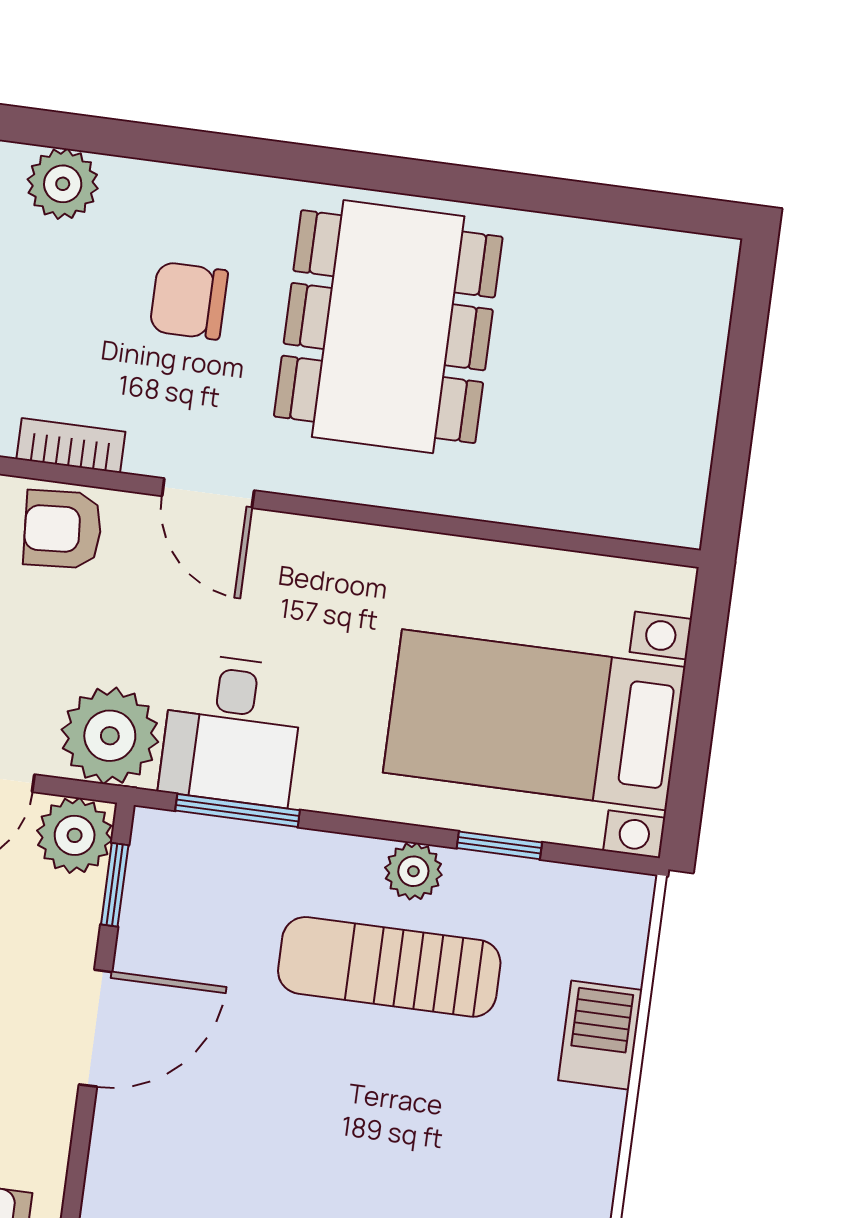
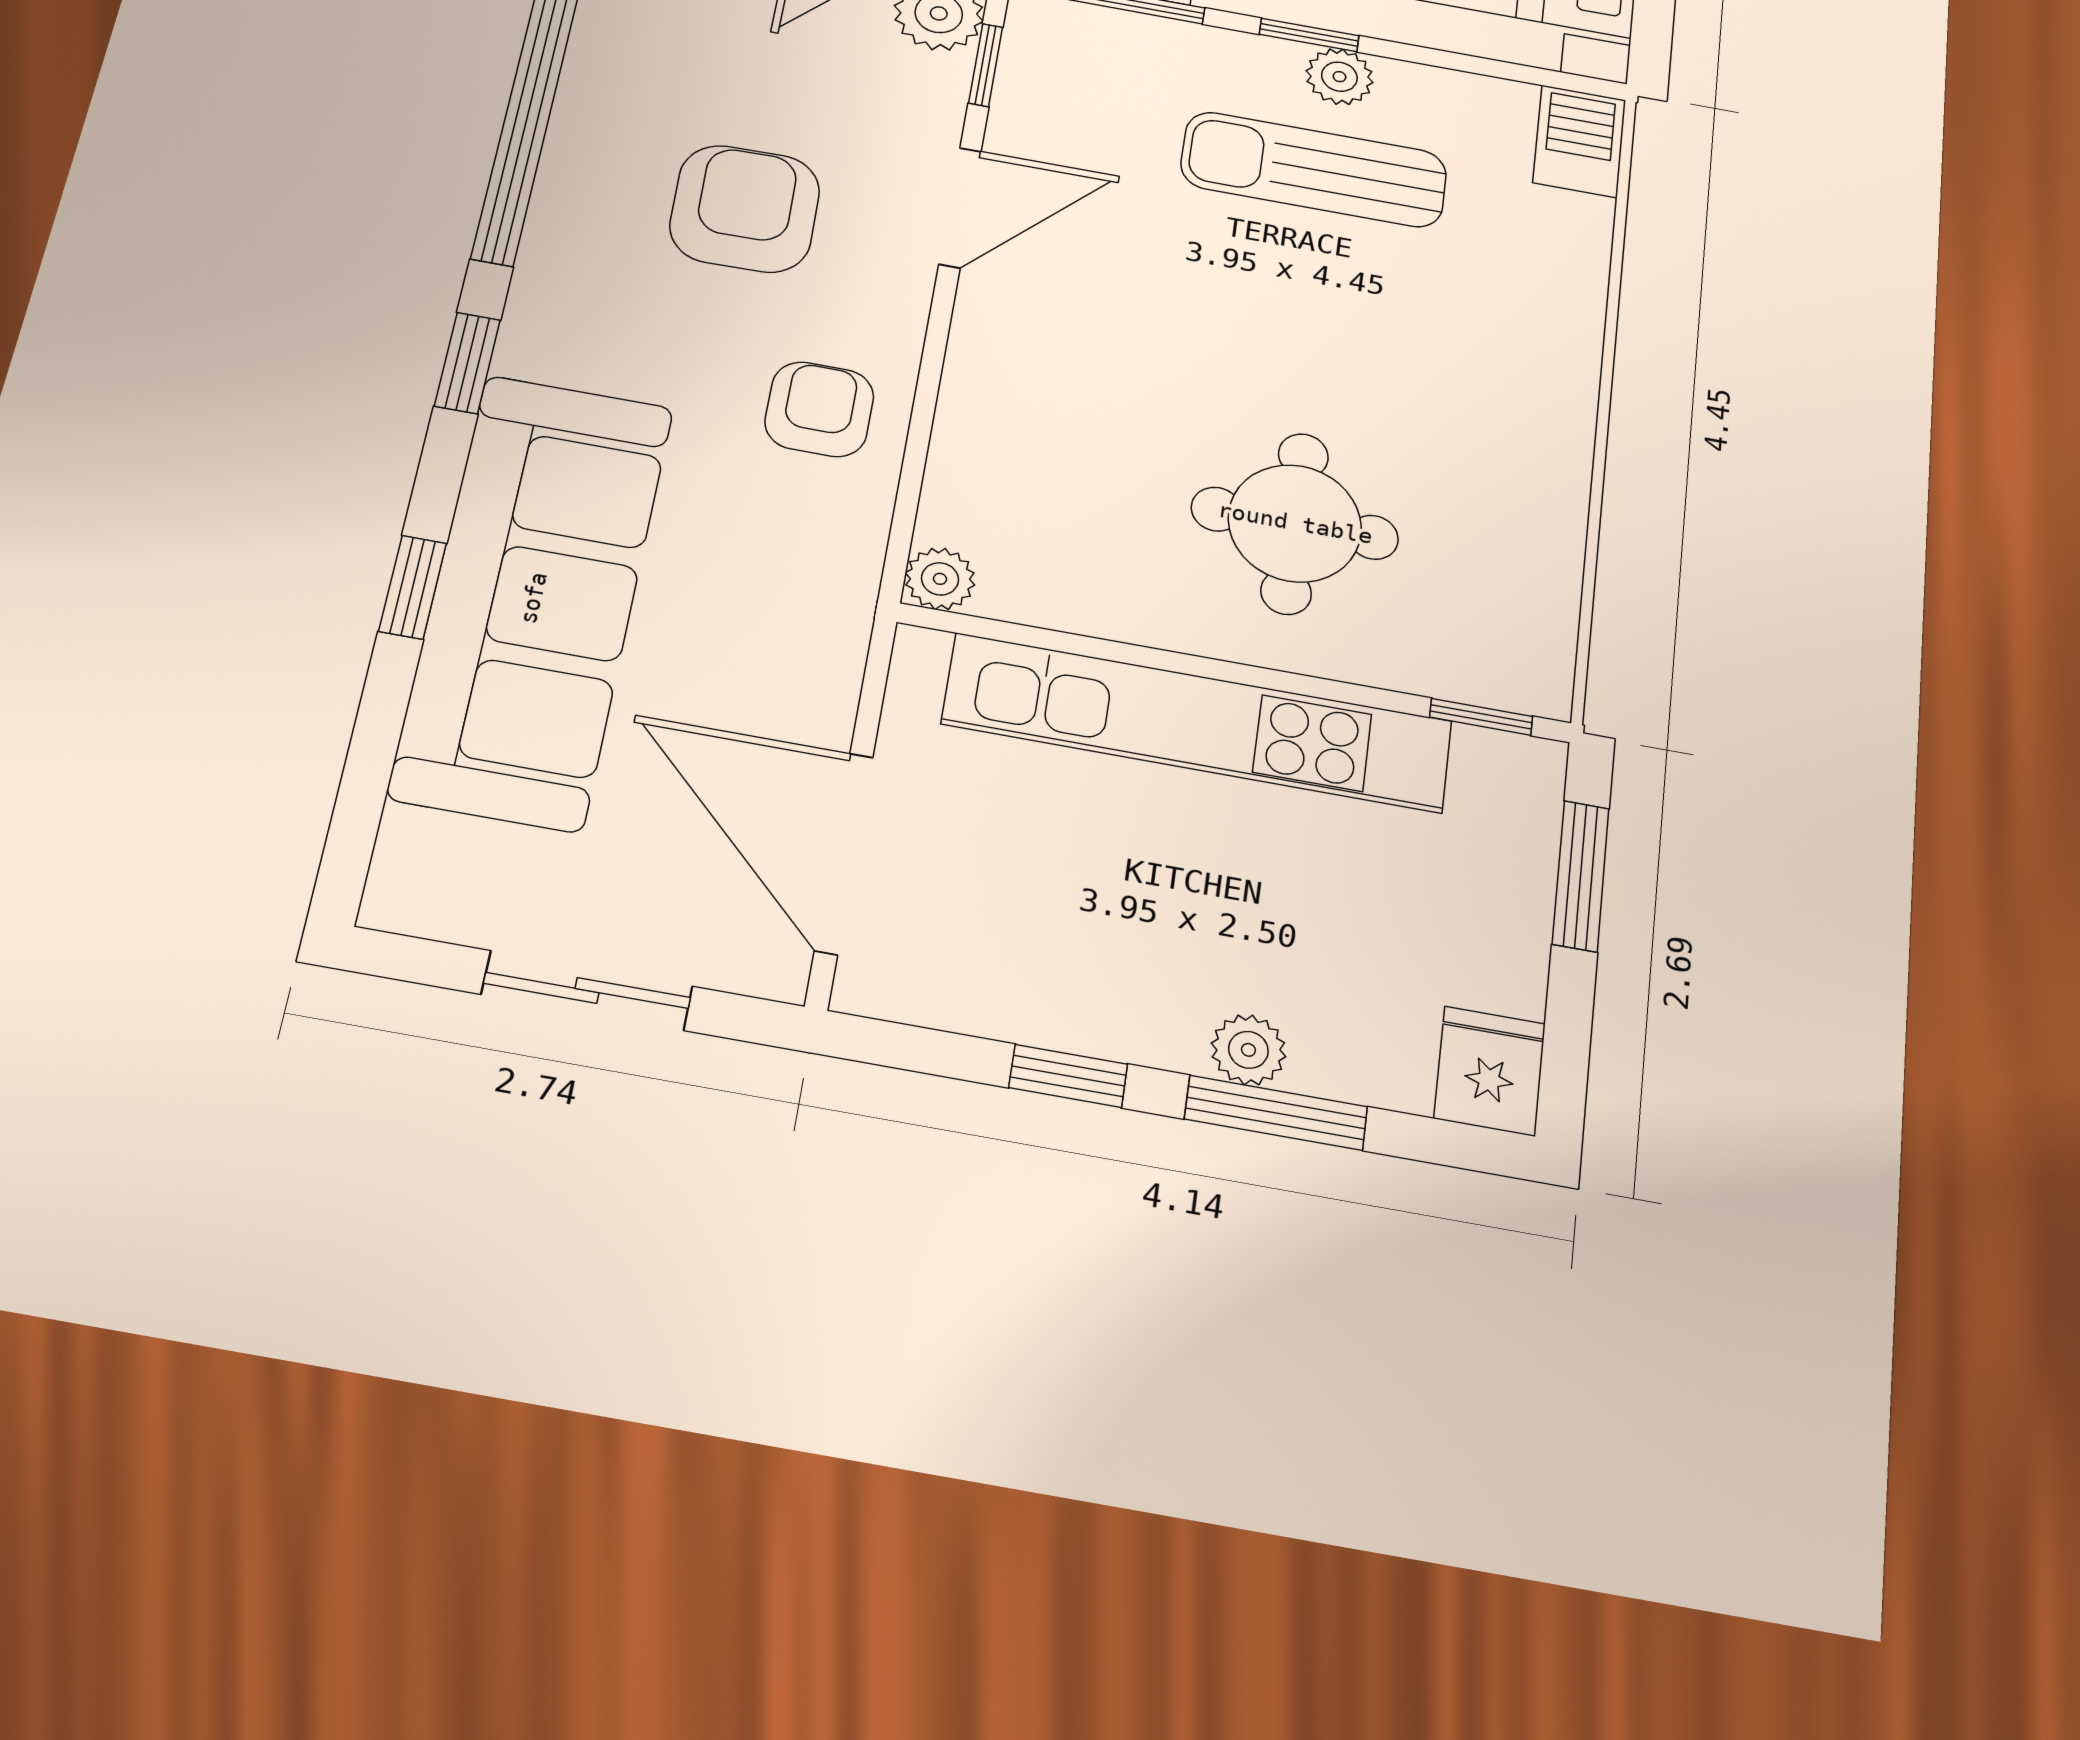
window: (499, 845) -> (1309, 35), moved
barbecue: (600, 1035) -> (1579, 141), moved

